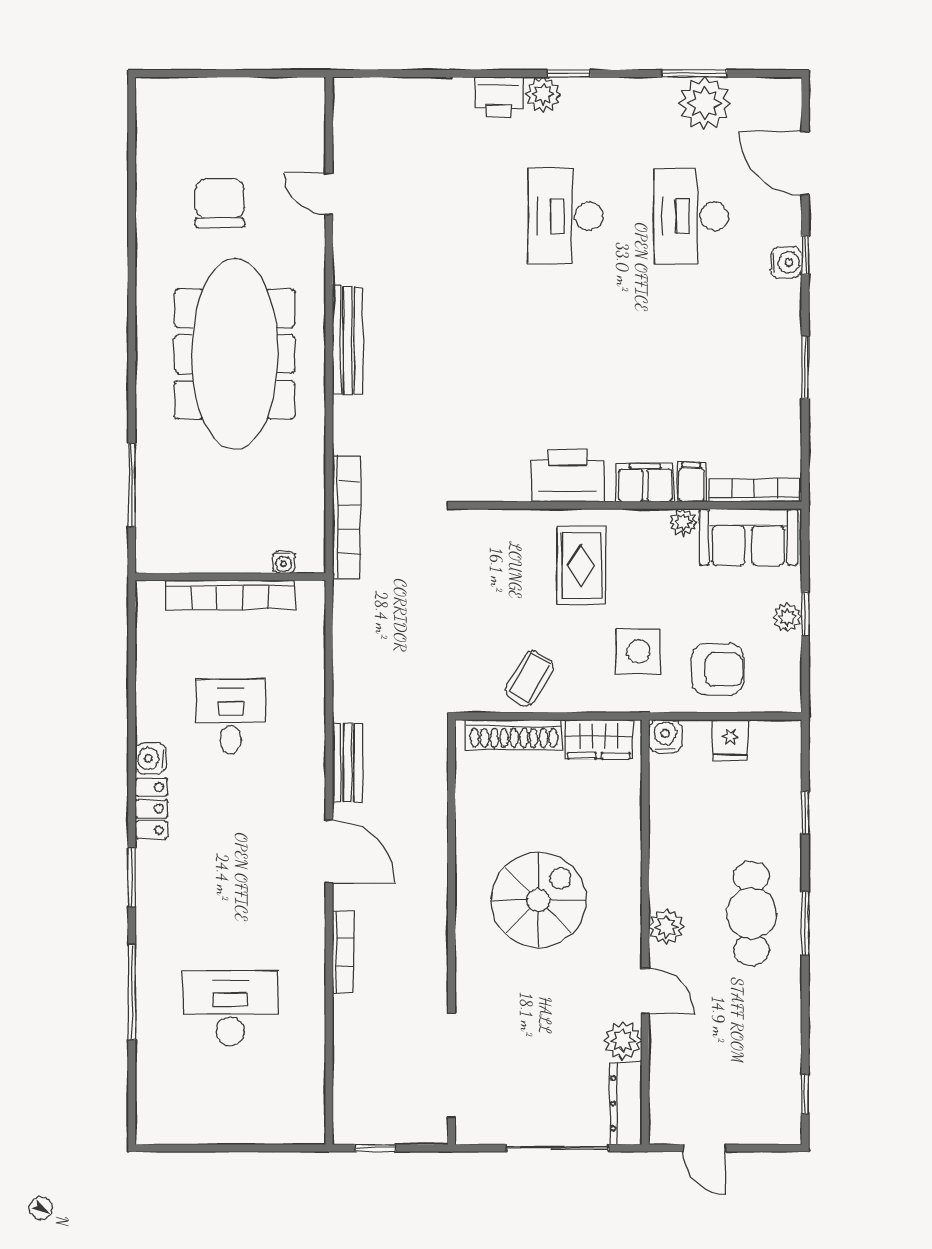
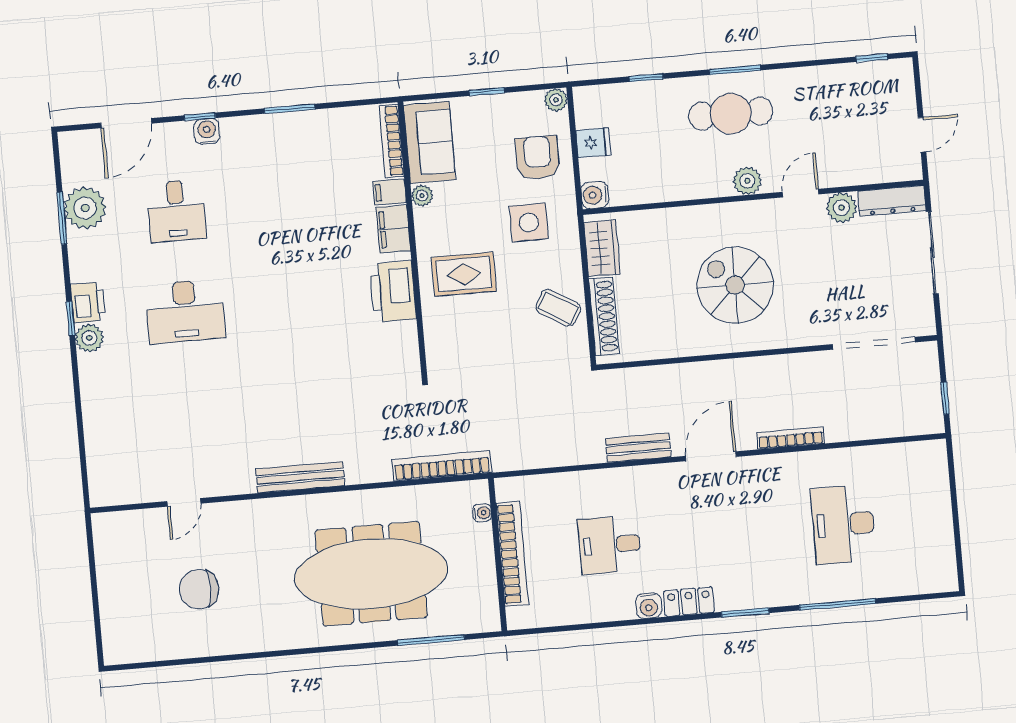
printer: (499, 97) -> (88, 302), moved
desk: (691, 216) -> (176, 211), width x0.73
meeting table: (235, 354) -> (371, 574), moved
plant: (787, 617) -> (556, 100), moved

